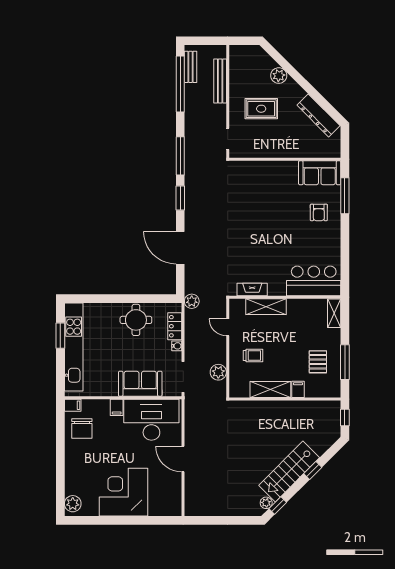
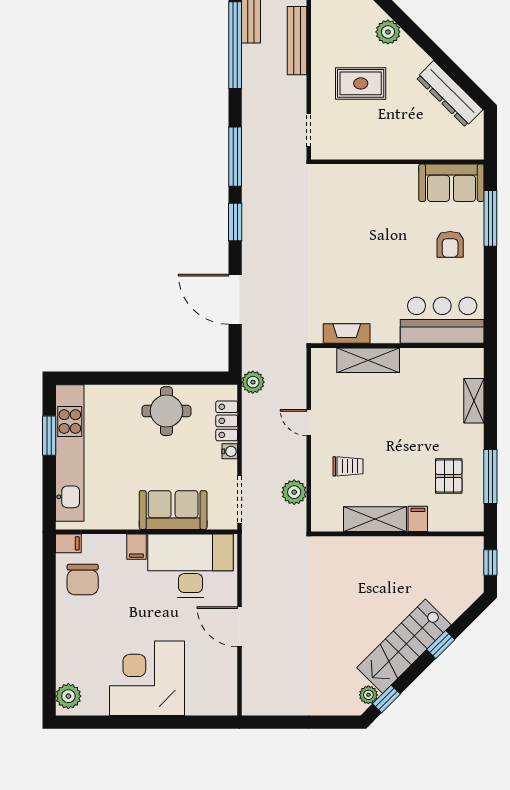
bar counter: (314, 281) -> (442, 320), moved
fireplace: (252, 289) -> (347, 334), moved
wall: (285, 297) -> (397, 346), moved
shelving: (266, 307) -> (368, 360), moved

